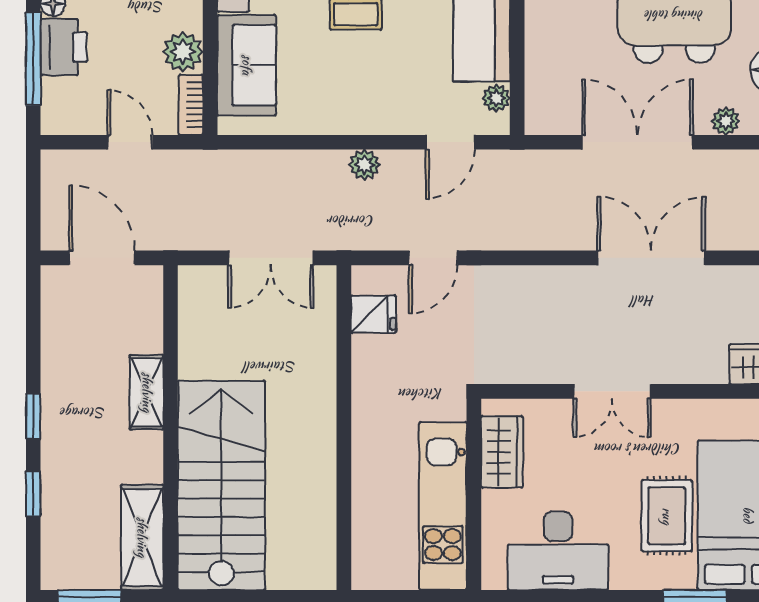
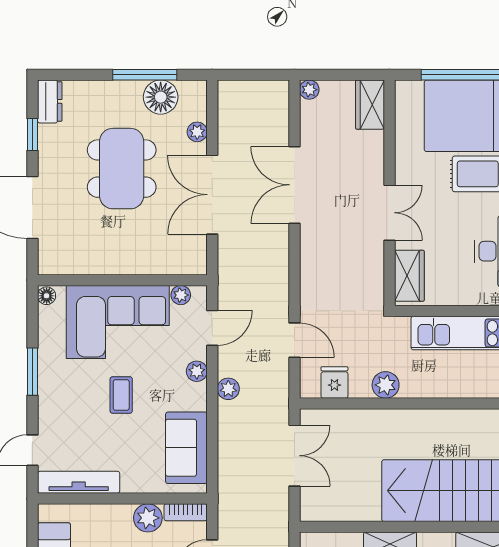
sofa: (247, 65) -> (186, 448), moved, turned -90
plant: (389, 120) -> (197, 371), added
door: (450, 142) -> (212, 328), hinge flipped
plant: (370, 386) -> (386, 385), added
wardrobe: (502, 452) -> (409, 276), moved, turned 90

